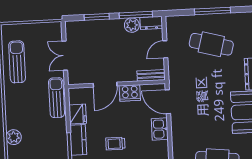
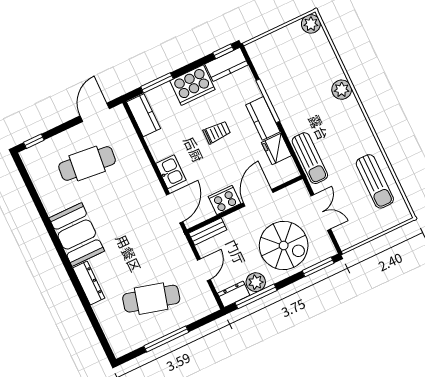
window: (97, 17) -> (318, 267), moved
spiral stairs: (101, 43) -> (284, 246), added
door: (168, 102) -> (175, 208), hinge flipped

